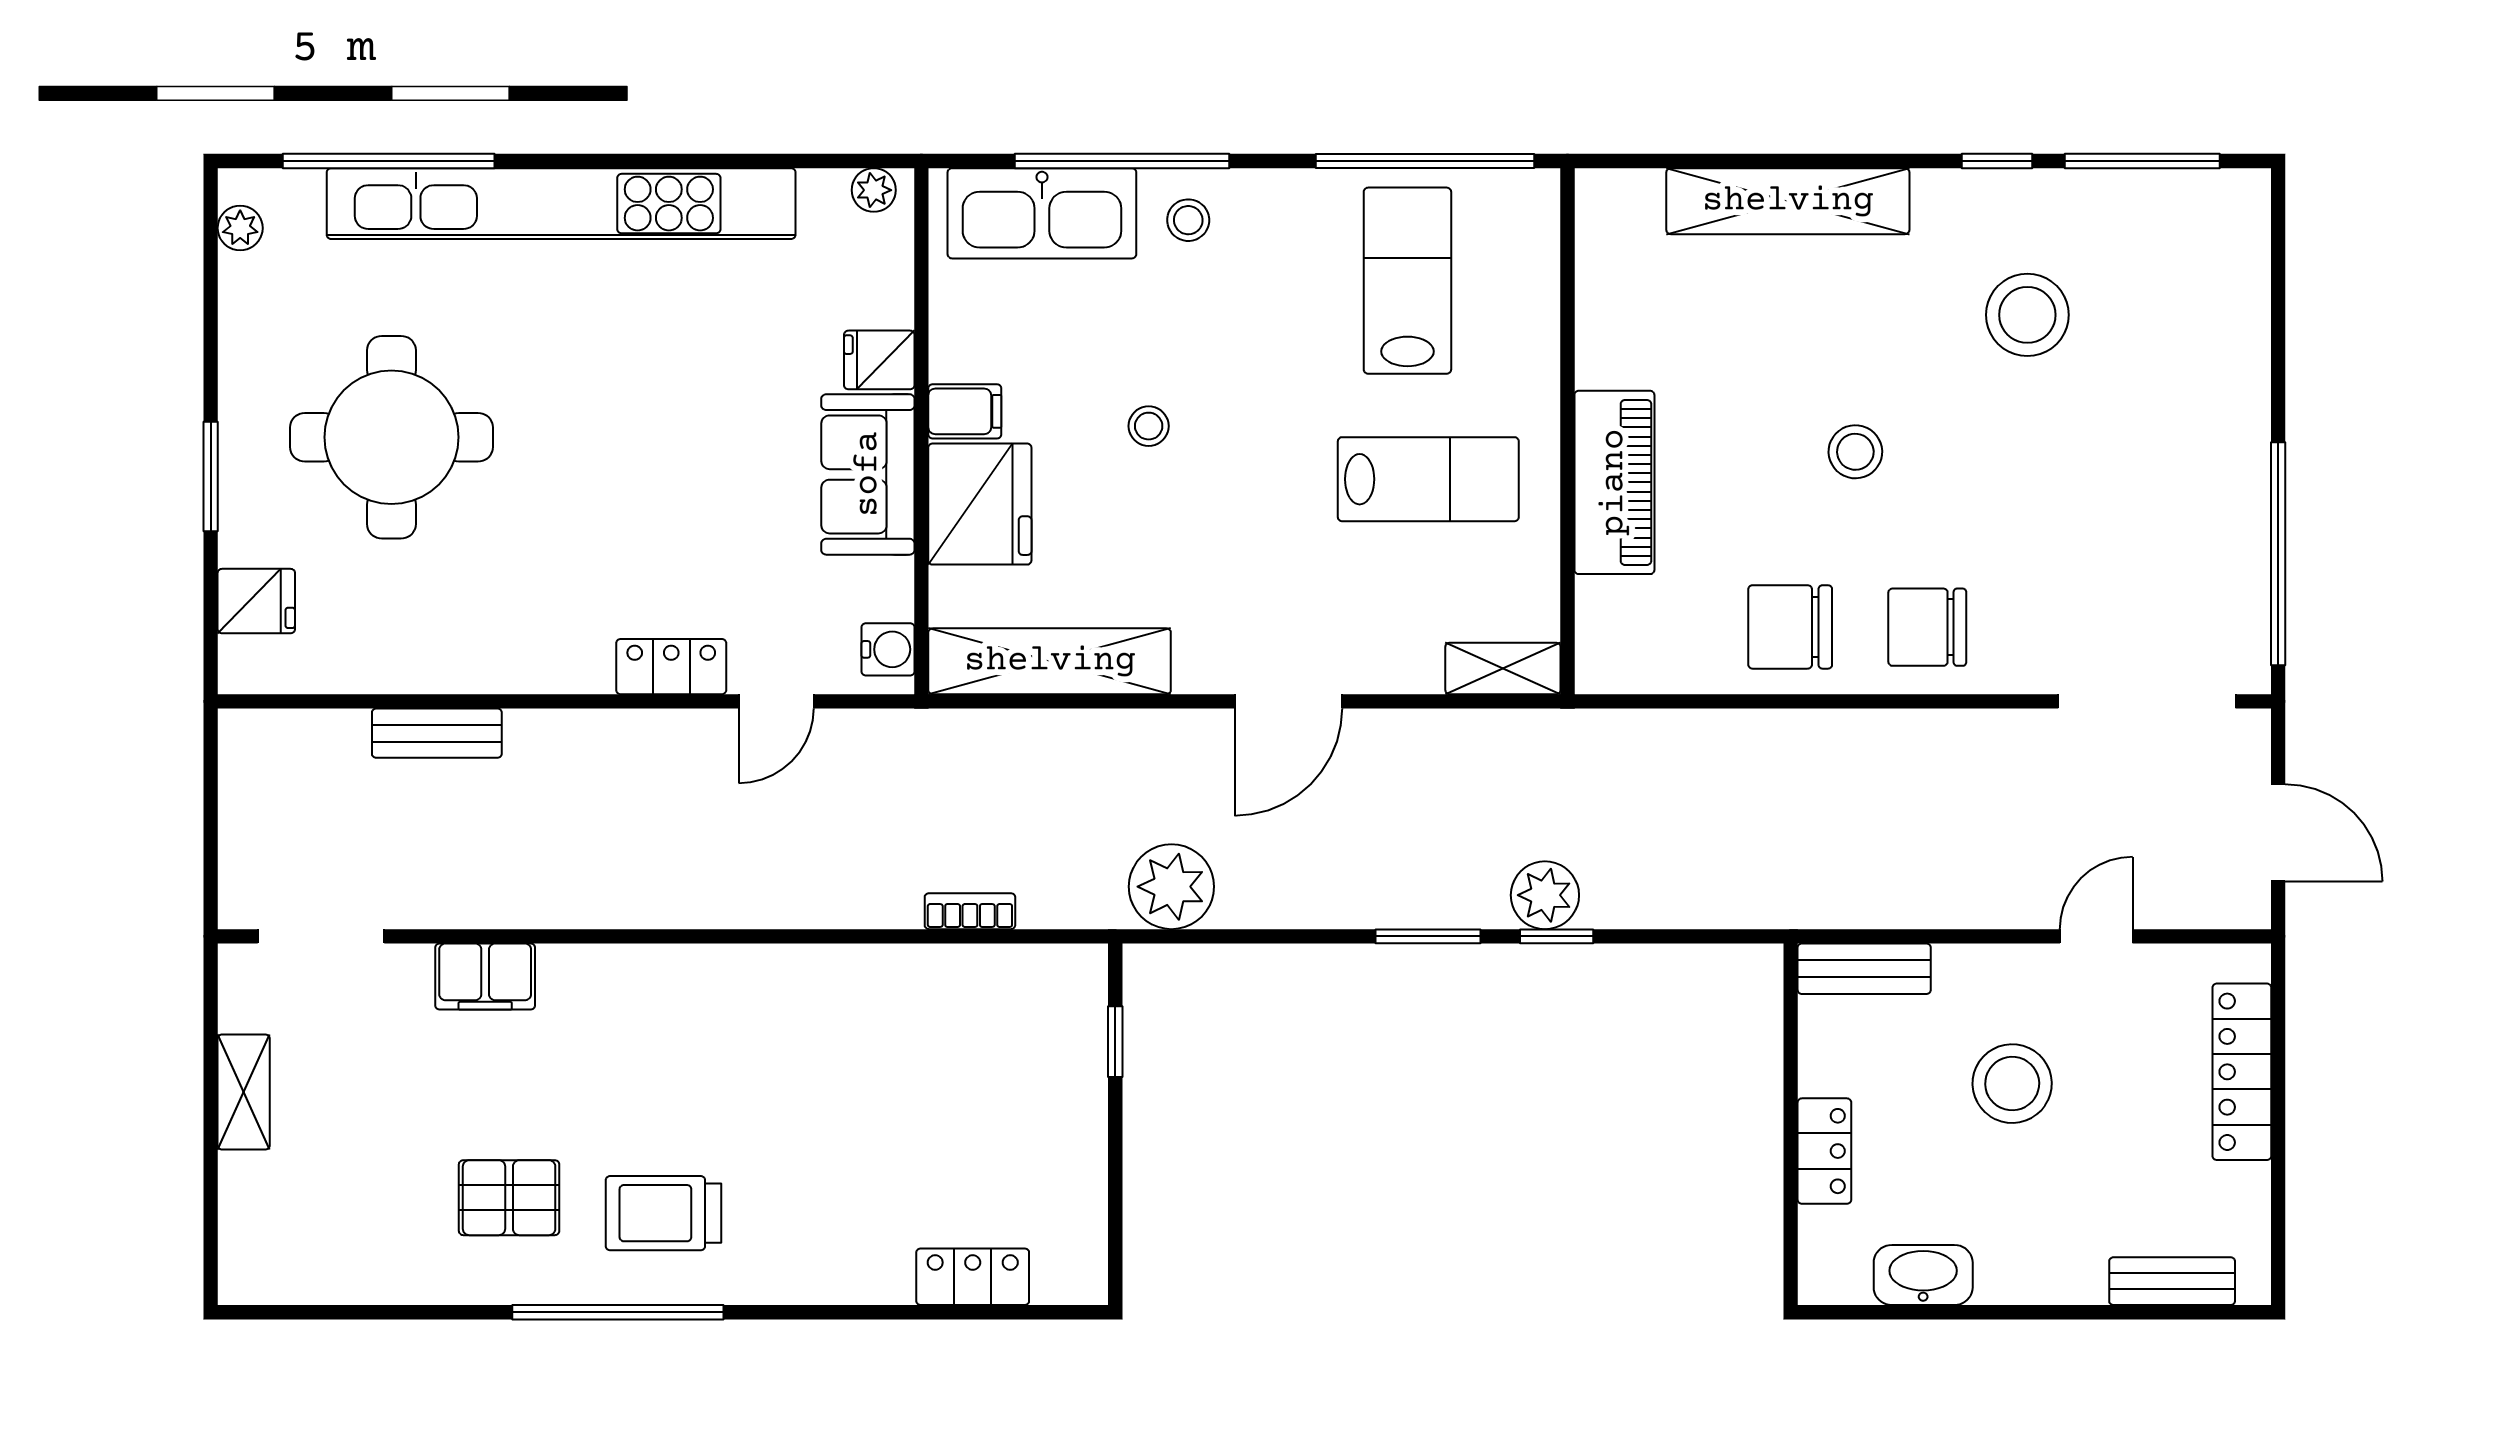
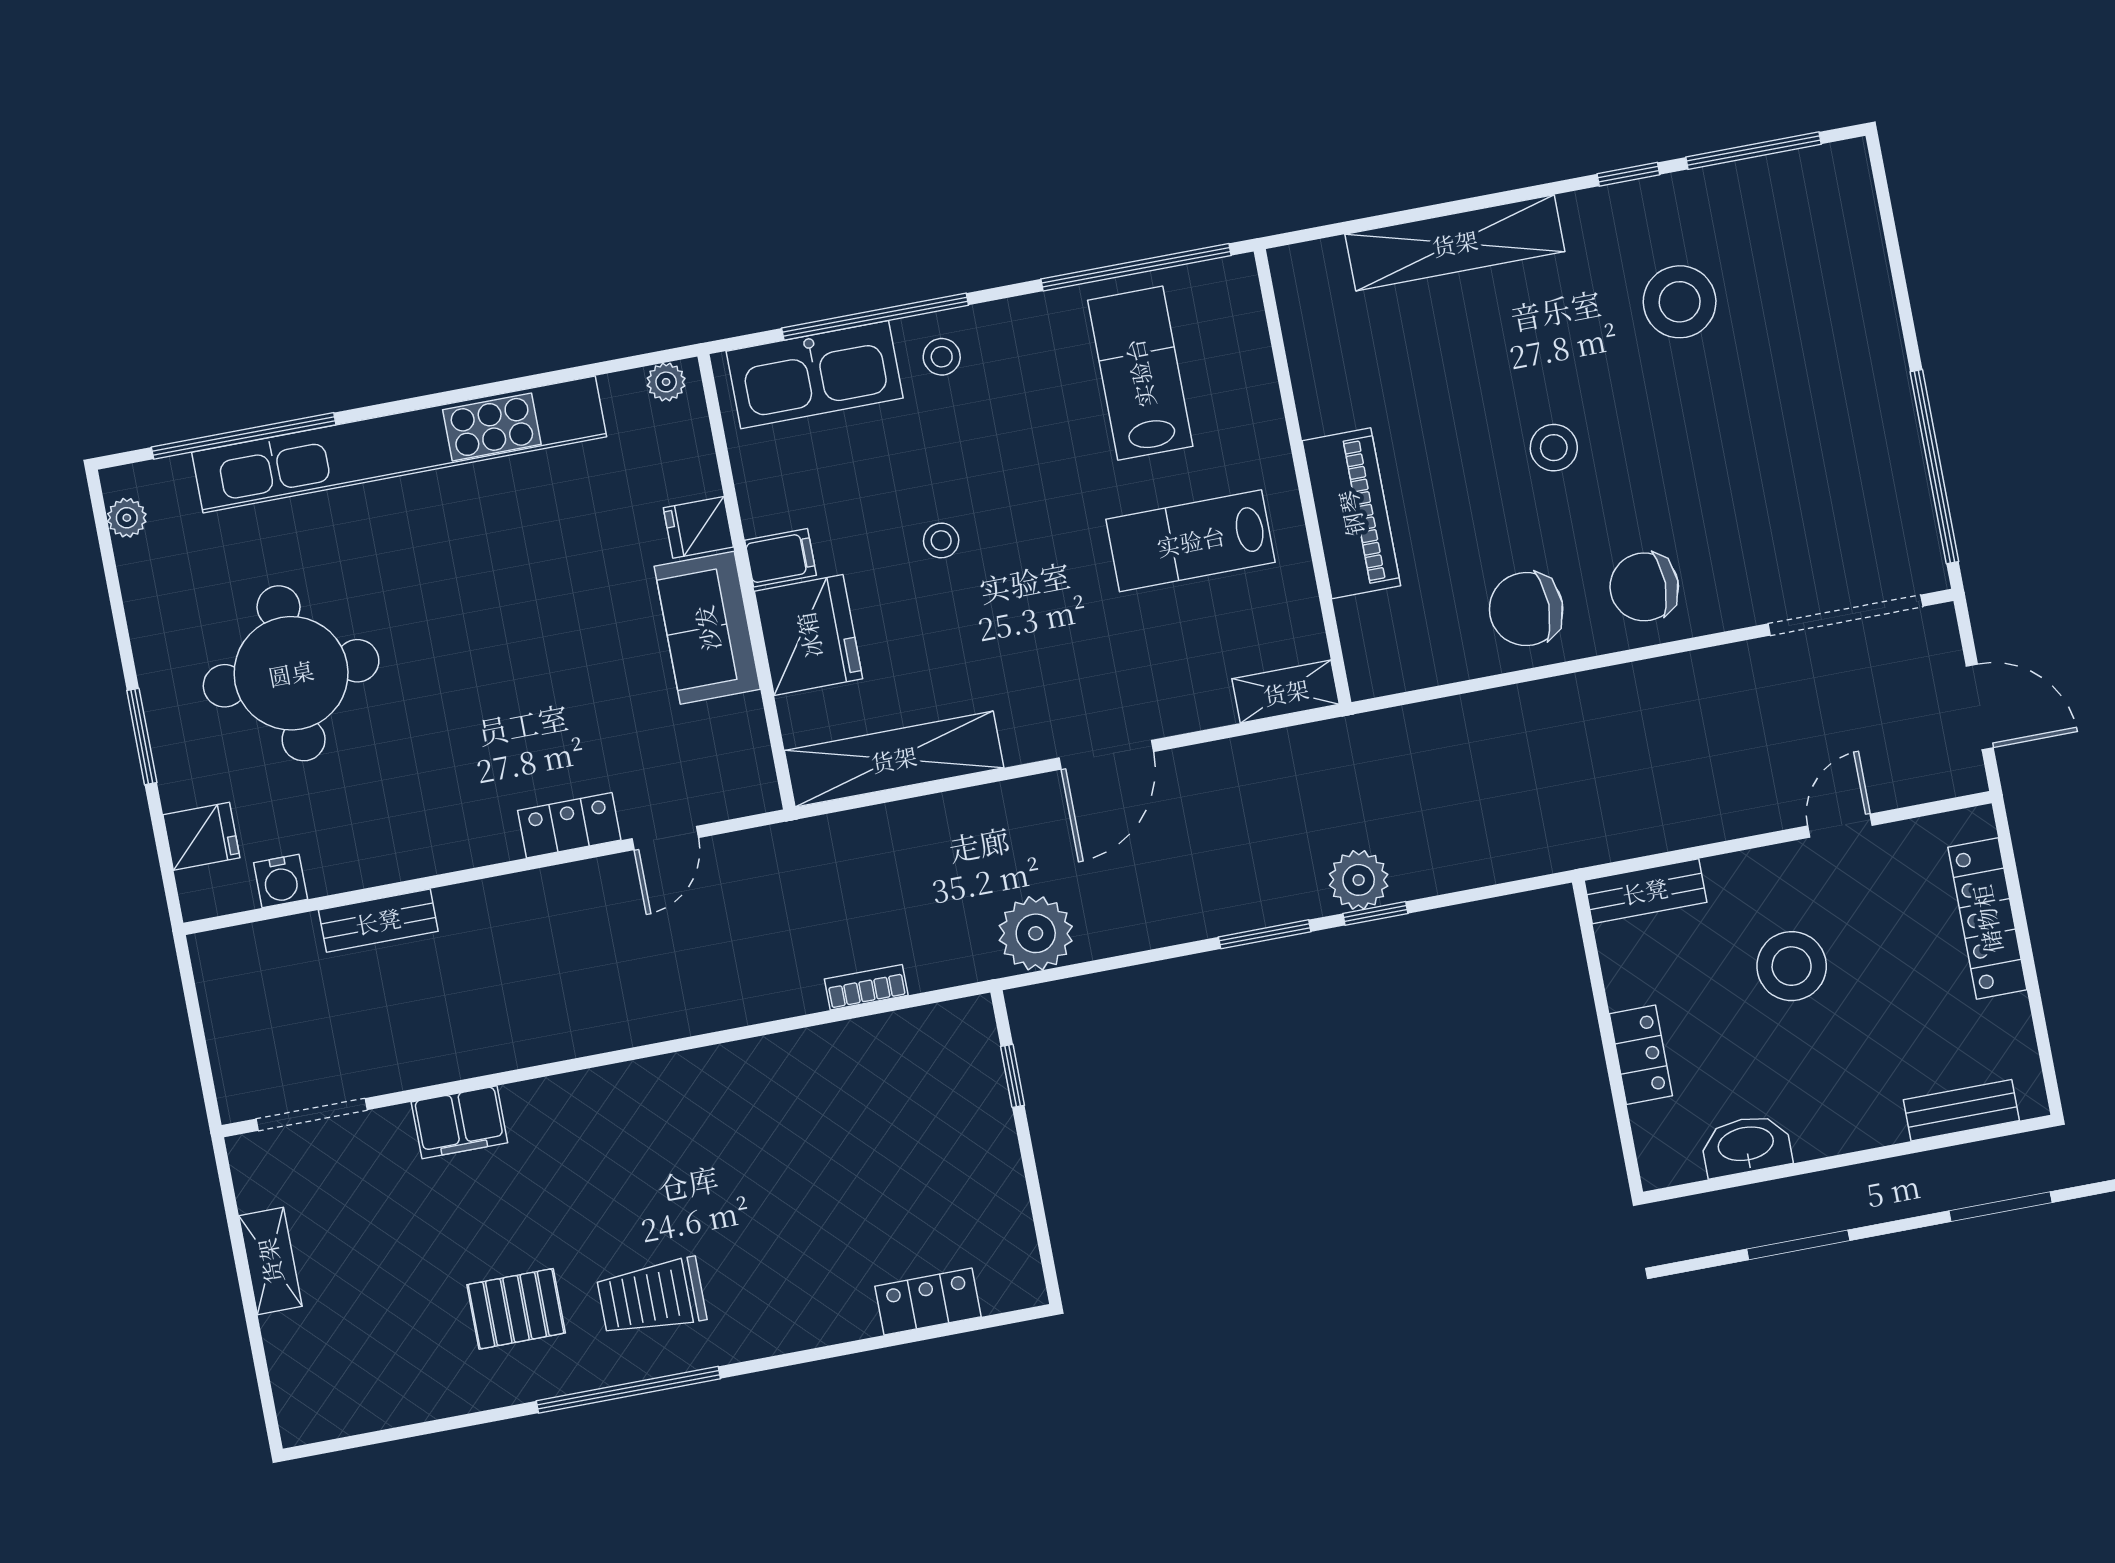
lab bench: (1428, 479) -> (1191, 541), turned 180
water cooler: (888, 649) -> (281, 881), moved, turned 90

